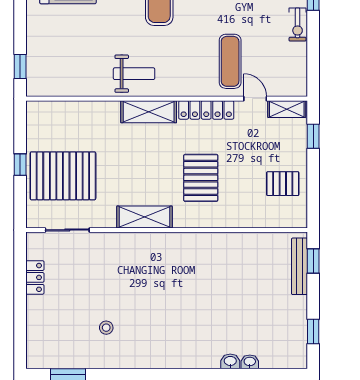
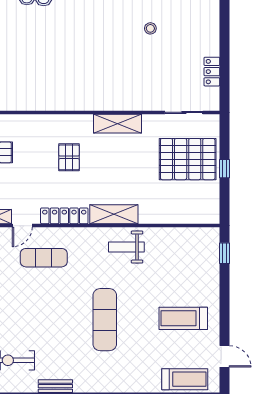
exercise mat: (230, 61) -> (44, 258), turned 90
door: (255, 99) -> (22, 226), hinge flipped
pallet: (201, 178) -> (69, 157), width x0.67, depth x0.71

